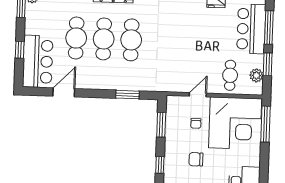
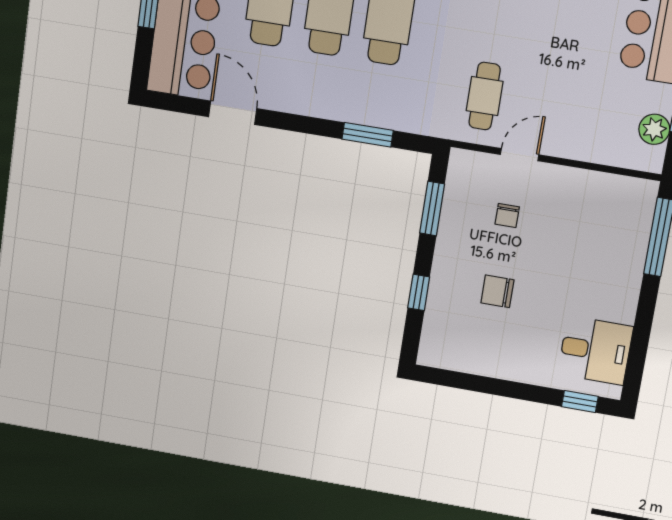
cafe table: (230, 75) -> (485, 96), moved
door: (64, 92) -> (233, 113), hinge flipped
corner desk: (235, 123) -> (593, 226), removed

